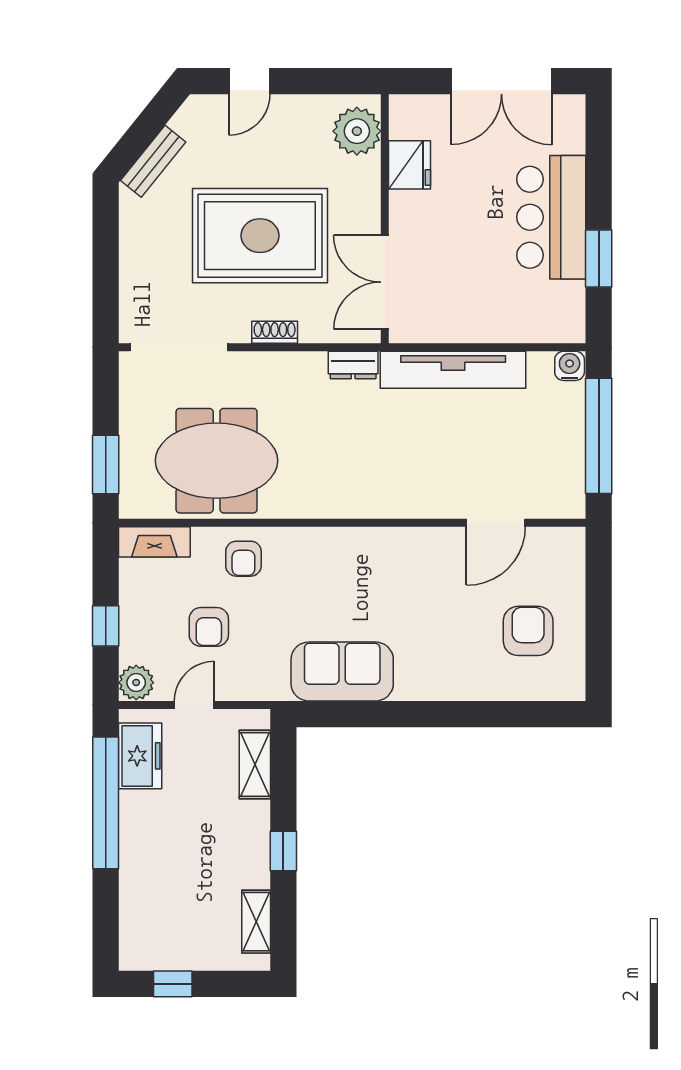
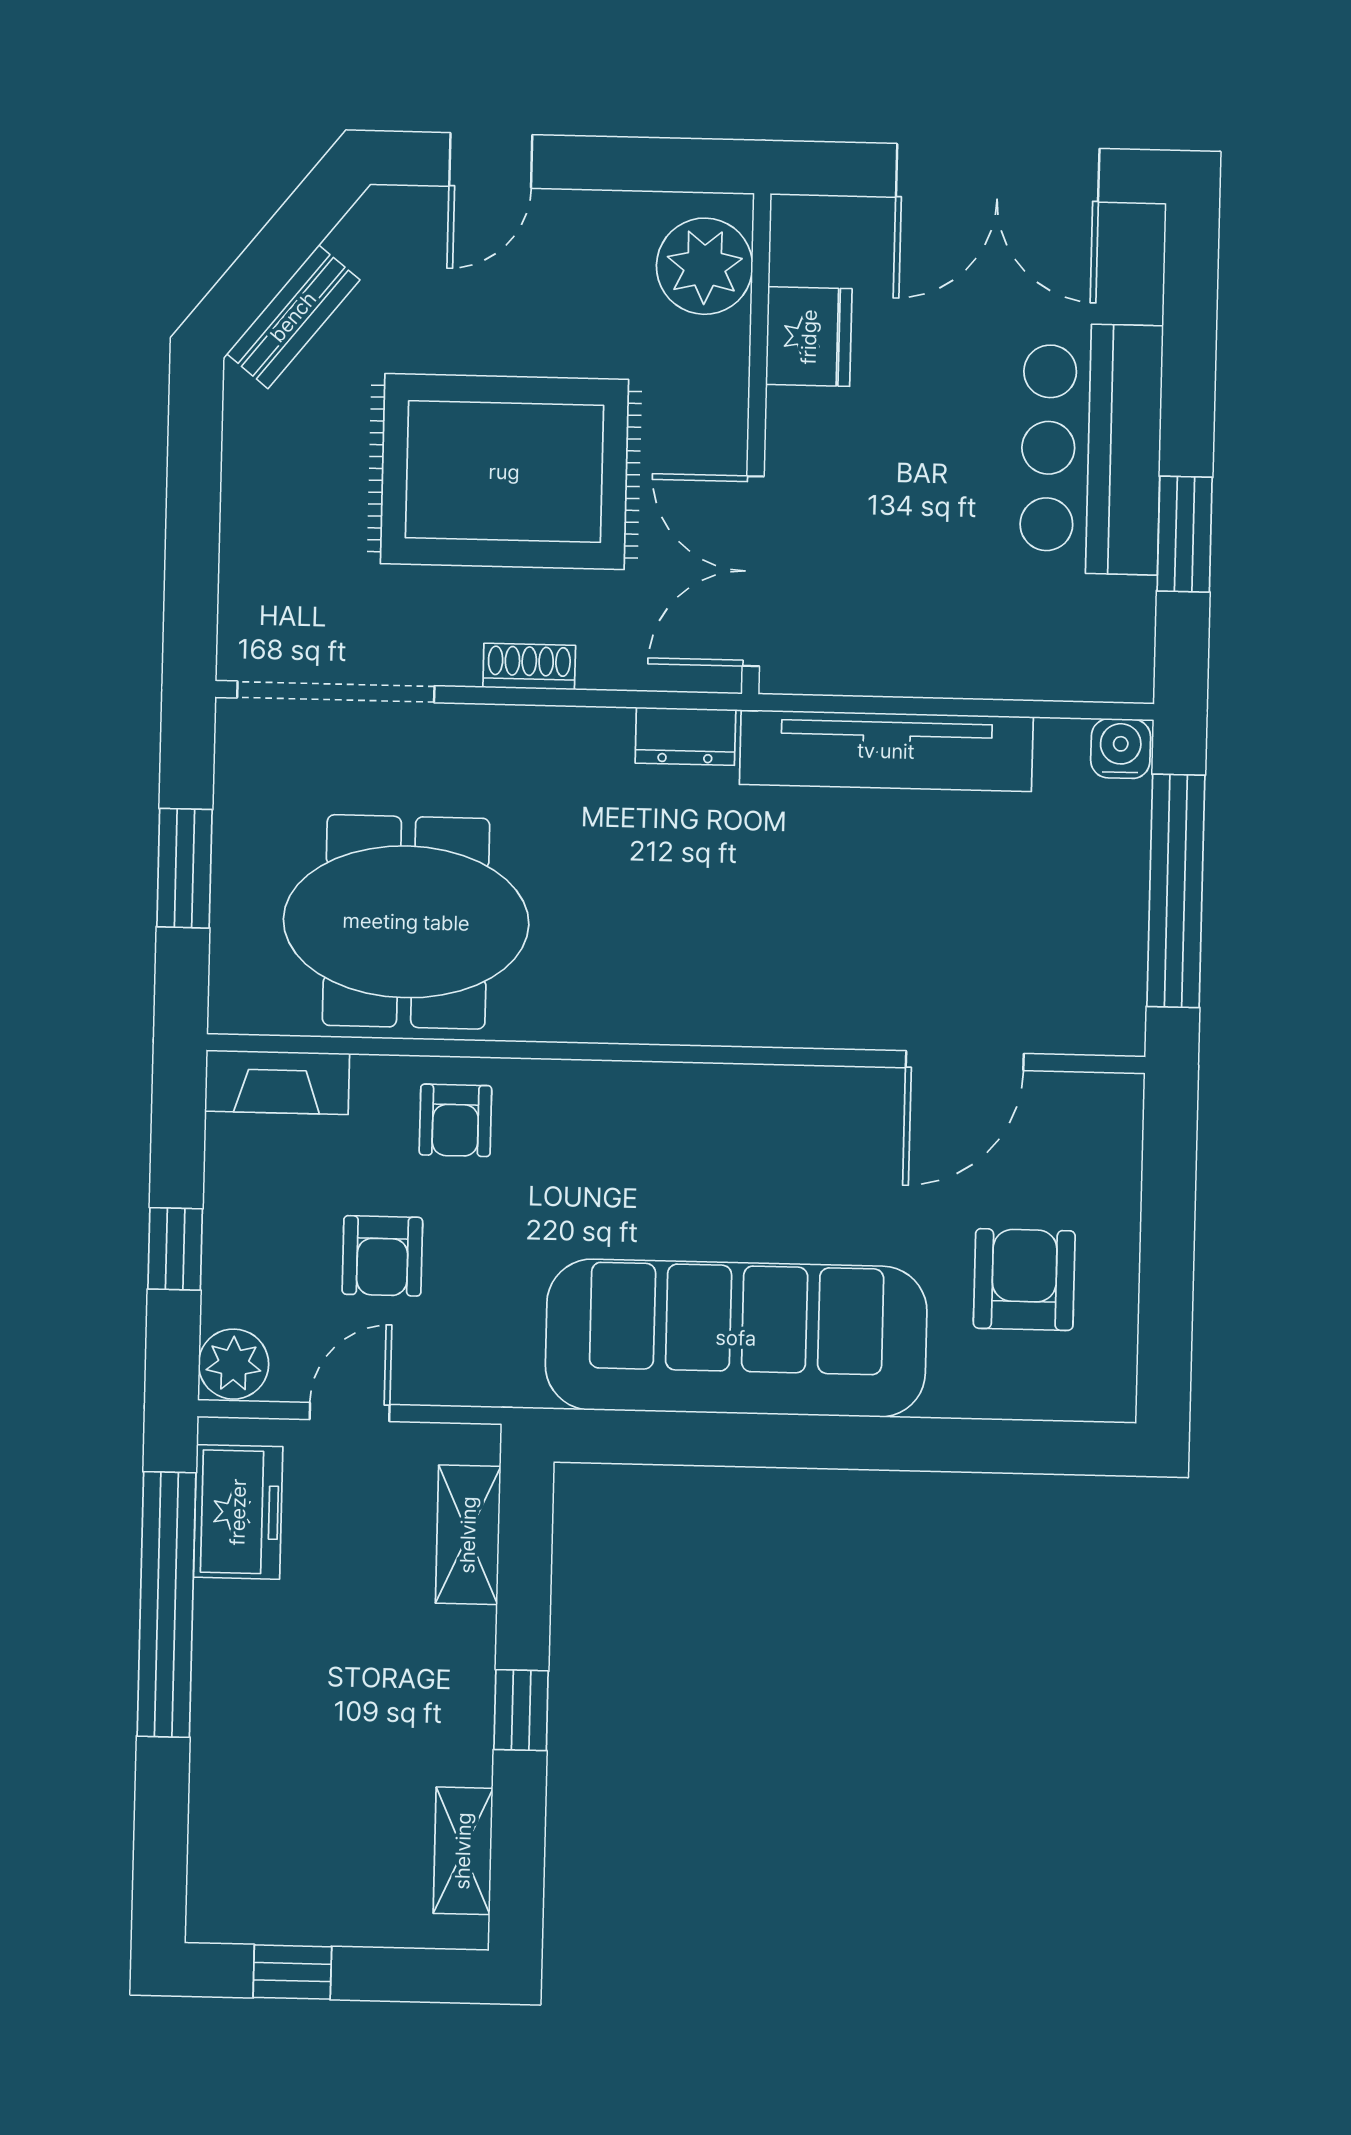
window: (106, 465) -> (184, 868), moved
sofa: (342, 671) -> (736, 1338), width x1.85, depth x1.27

